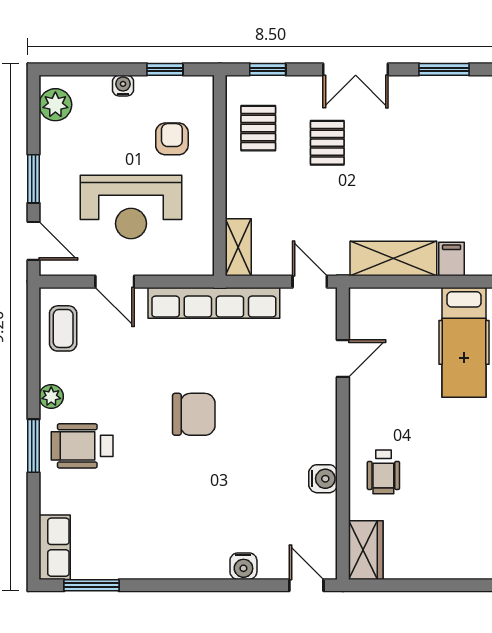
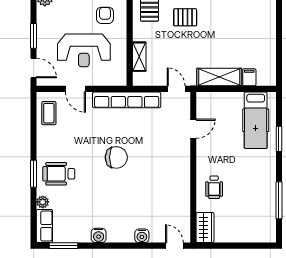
pallet: (327, 143) -> (185, 17), turned 90
shelving: (238, 247) -> (139, 57), moved
plant: (51, 397) -> (43, 202), moved
water cooler: (323, 479) -> (99, 235), moved, turned 90

